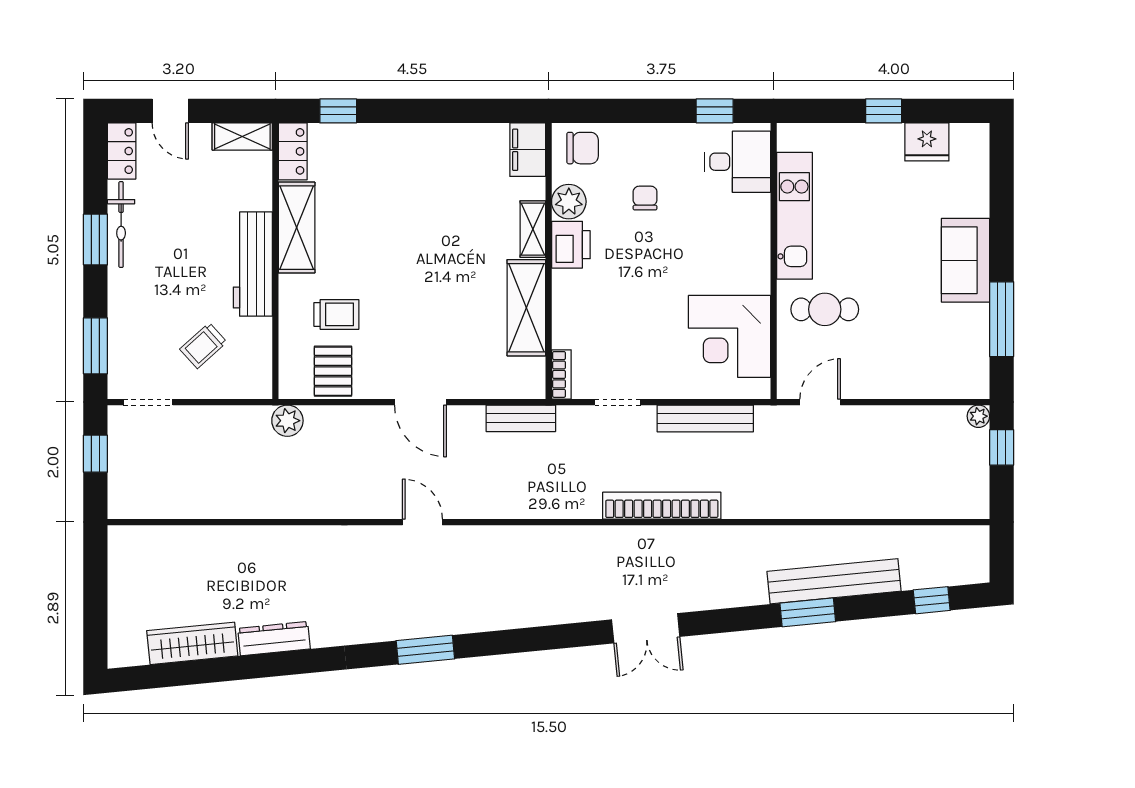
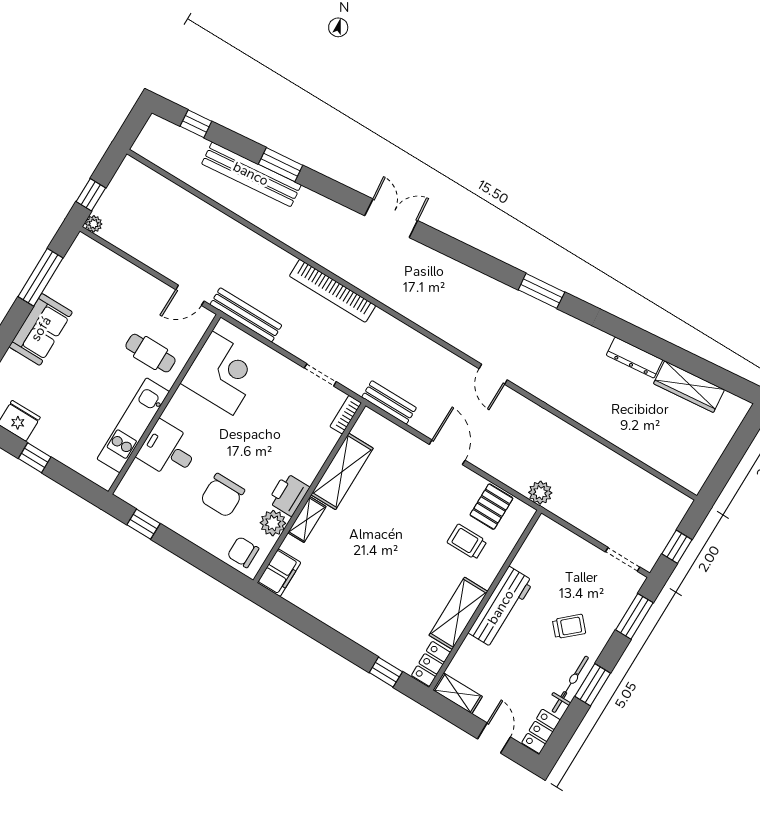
desk: (738, 162) -> (168, 450), moved
chair: (645, 198) -> (222, 495), width x1.87, depth x1.87
trolley: (203, 346) -> (569, 626), moved
bench: (705, 418) -> (246, 315), moved

